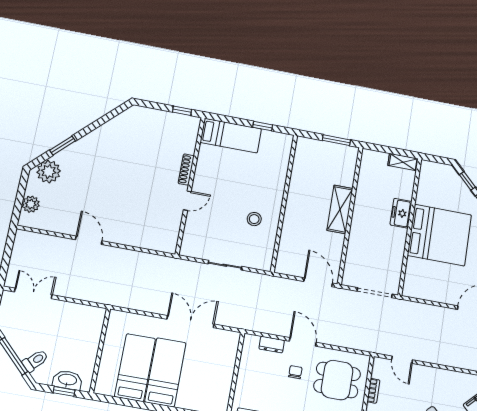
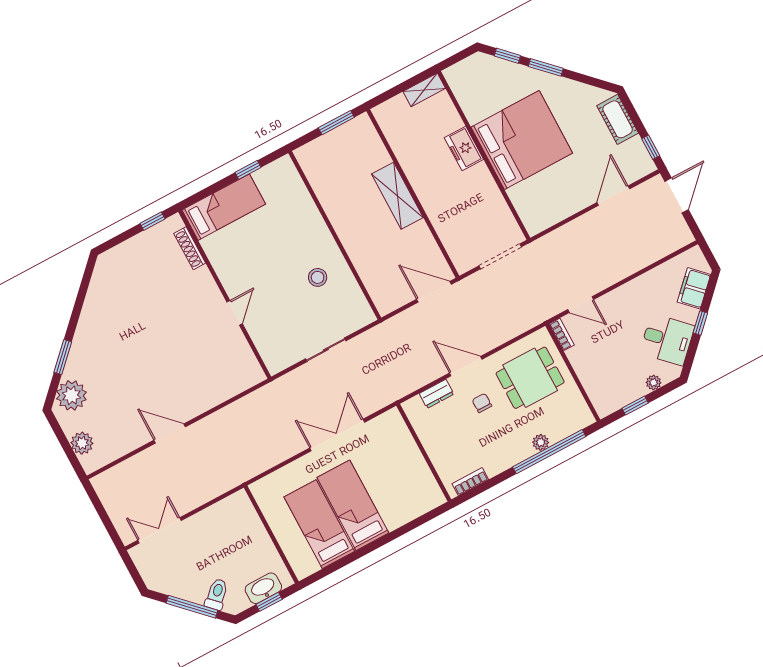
shoe rack: (186, 170) -> (190, 248), moved
bookcase: (373, 391) -> (562, 334), moved

